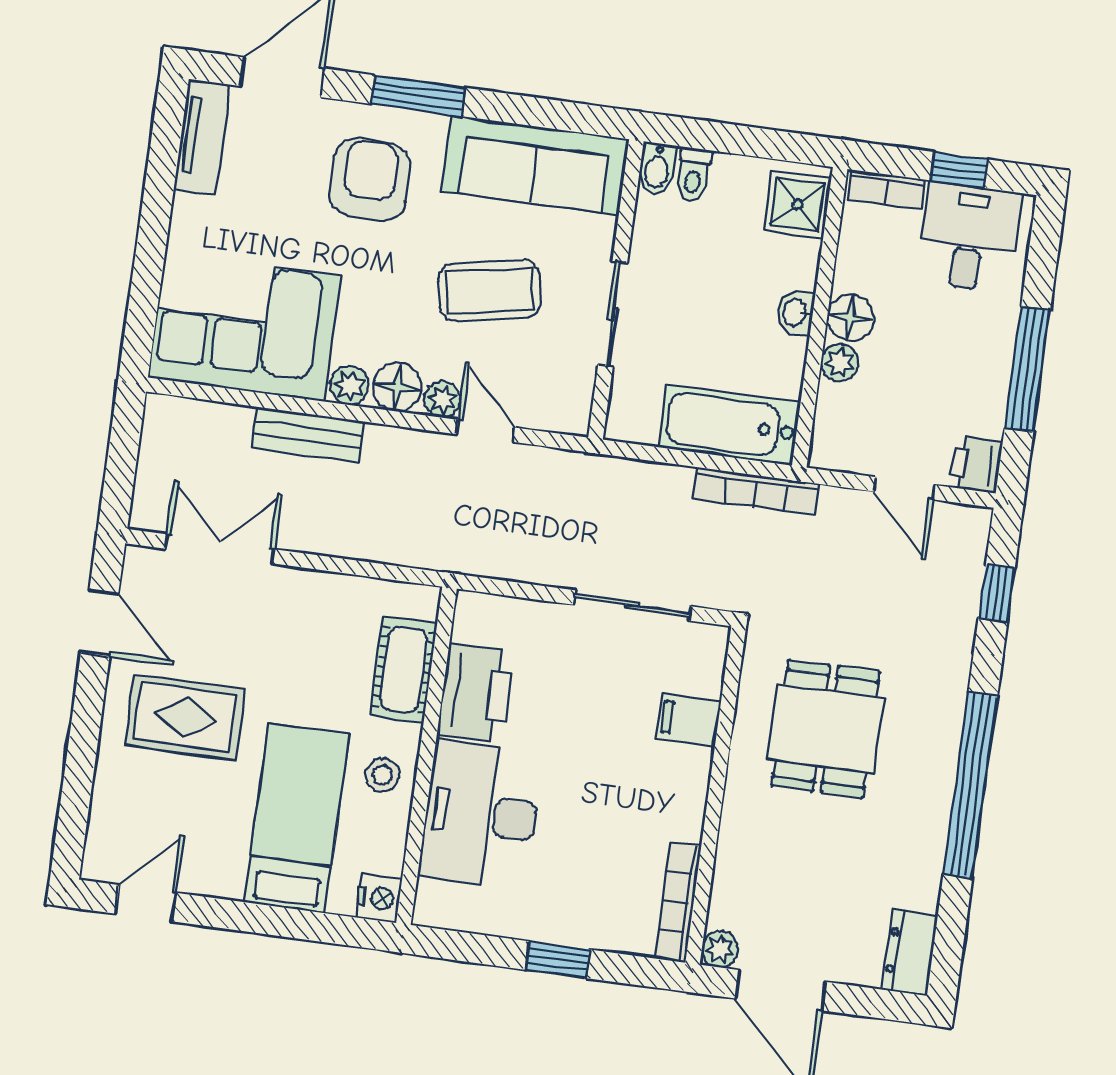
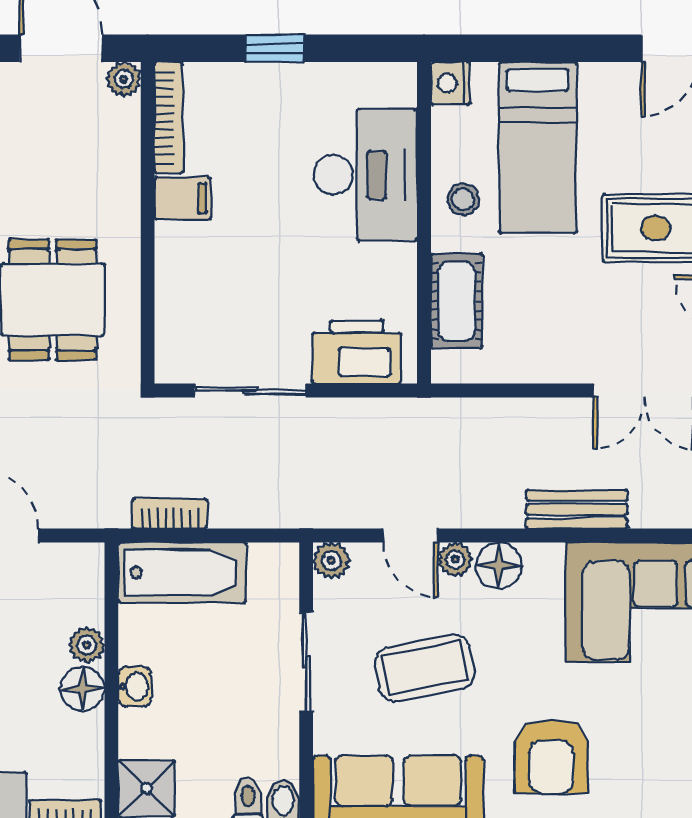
plant: (350, 386) -> (331, 561), moved
bookcase: (756, 491) -> (170, 514), width x0.64
printer: (476, 693) -> (357, 352), moved, turned 90
filing cabinet: (688, 720) -> (183, 198), moved

